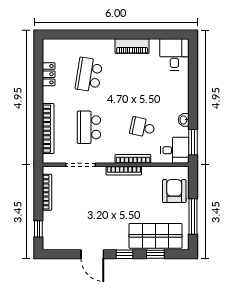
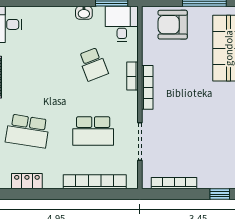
school desk: (142, 127) -> (93, 64), turned -33
bookcase: (133, 159) -> (132, 76), width x0.64

